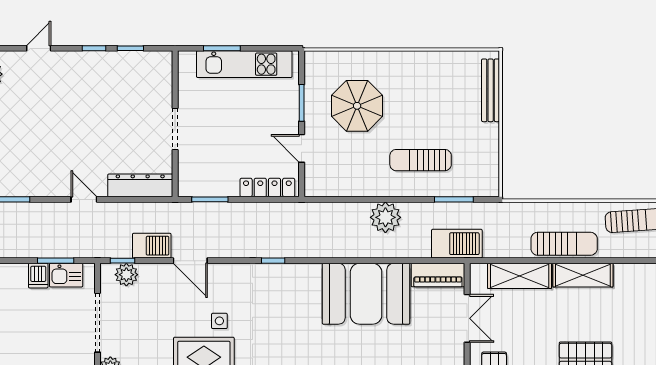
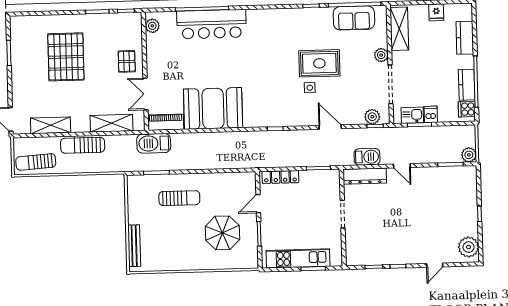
door: (302, 148) -> (258, 204), swing flipped
plant: (385, 217) -> (202, 159), removed
barbecue: (152, 246) -> (367, 157), moved, turned 180
shelving: (583, 275) -> (51, 125), moved

